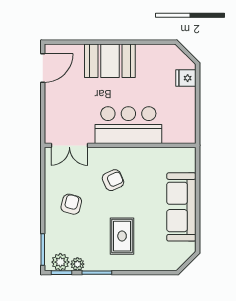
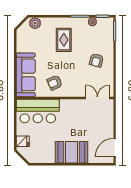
bar counter: (128, 125) -> (38, 111), moved
armchair: (113, 180) -> (55, 83), moved
sofa: (181, 207) -> (26, 75), moved
plant: (60, 262) -> (35, 23), moved

